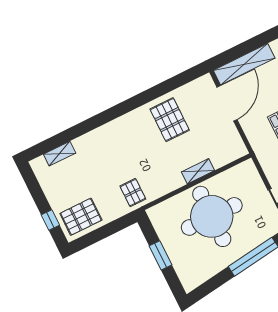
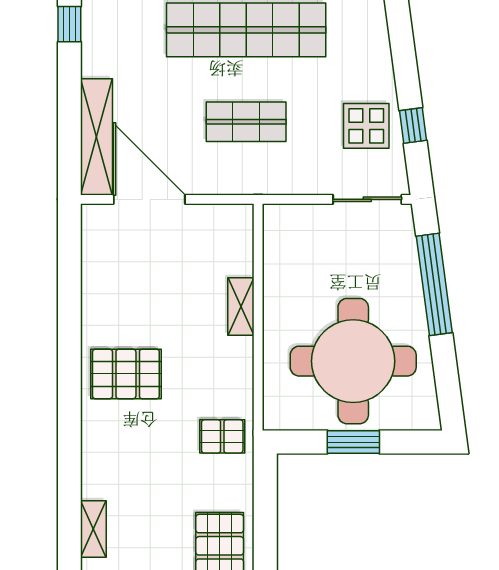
pallet: (170, 120) -> (126, 374), moved
round table: (212, 216) -> (353, 361), moved

